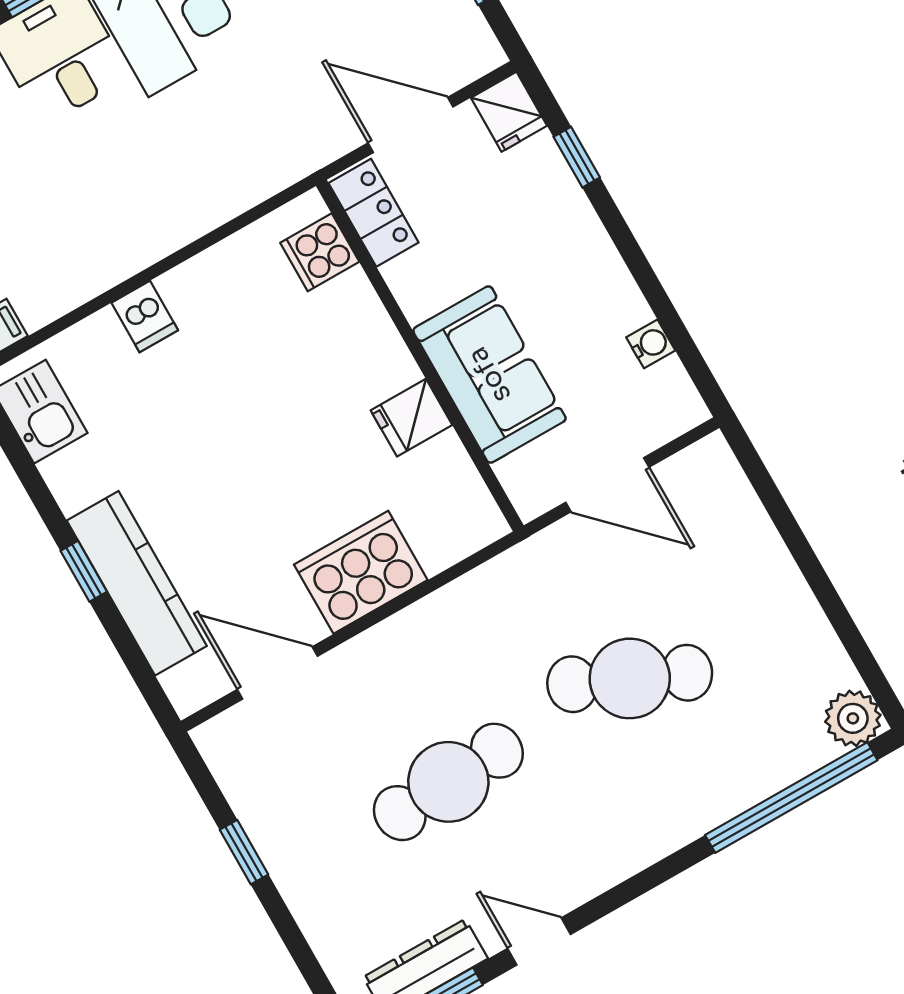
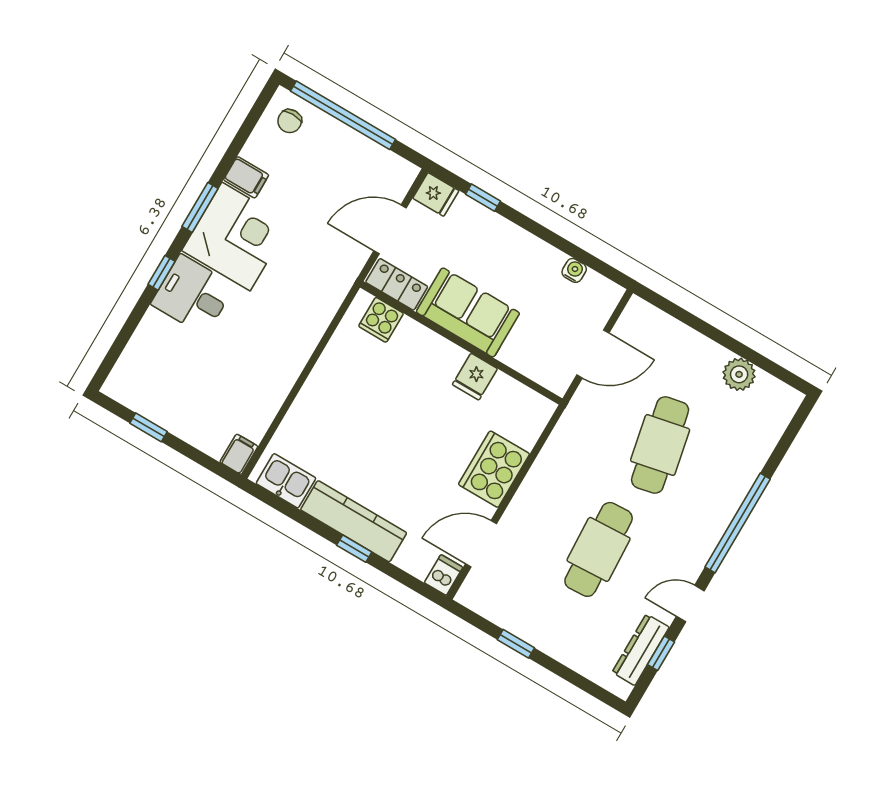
dishwasher: (145, 317) -> (444, 575), moved, turned -90
sofa: (489, 375) -> (468, 312), moved
kitchen counter: (137, 583) -> (354, 521), moved
cafe table: (630, 678) -> (660, 445), turned -36
plant: (853, 718) -> (739, 374), moved
window: (791, 798) -> (738, 523), moved

